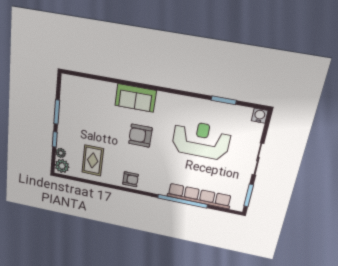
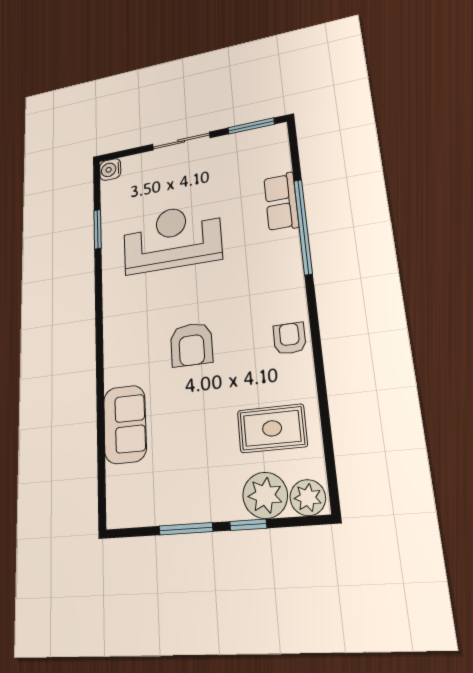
sofa: (136, 98) -> (125, 424), moved
reception desk: (201, 140) -> (172, 238), turned 90
plant: (61, 153) -> (265, 495), width x1.88, depth x1.88
row of seats: (199, 196) -> (281, 202), width x0.50

